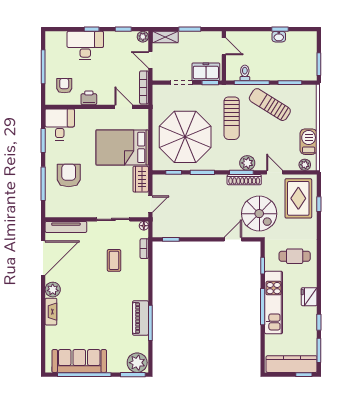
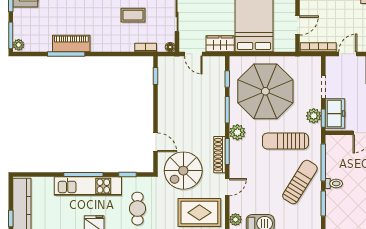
toilet: (245, 73) -> (334, 183), moved
plant: (208, 92) -> (314, 116), added
plant: (247, 163) -> (237, 132), moved
plant: (137, 363) -> (19, 45), width x0.53, depth x0.53

